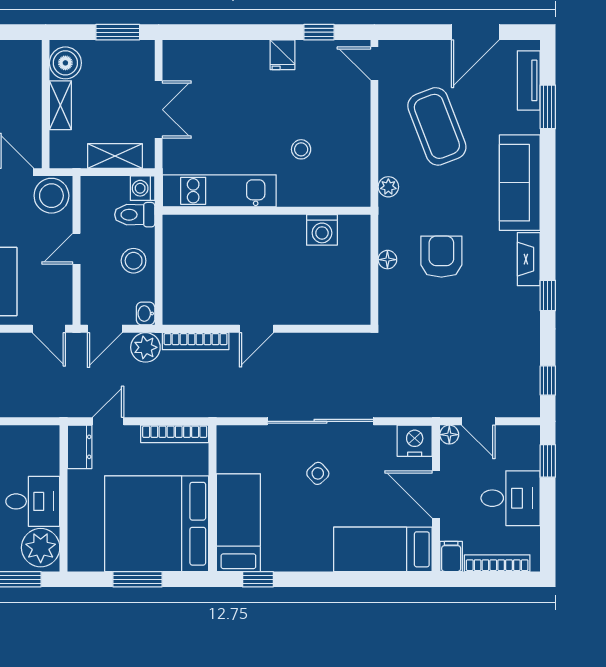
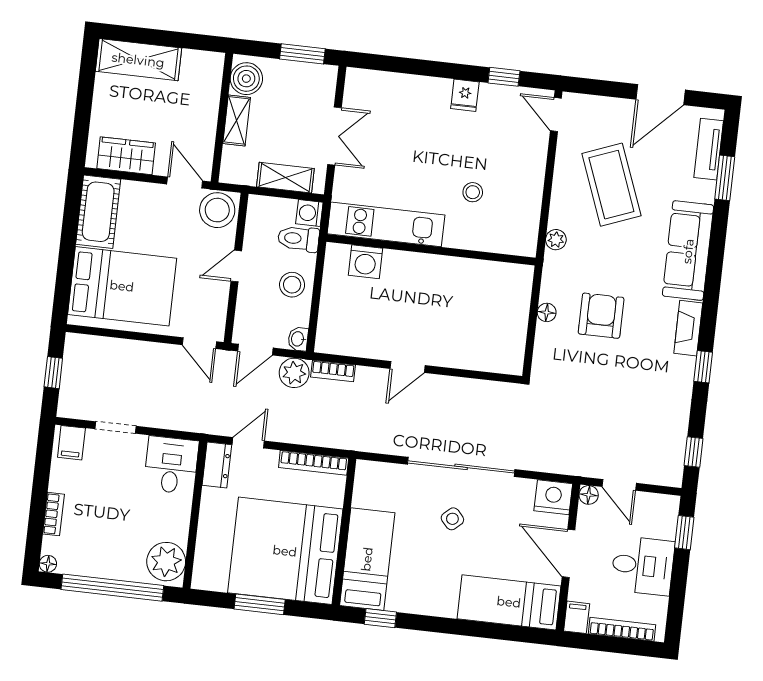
washing machine: (322, 230) -> (365, 262), moved
bookcase: (196, 341) -> (333, 371), width x0.64
desk: (33, 501) -> (171, 465), moved, turned -90

